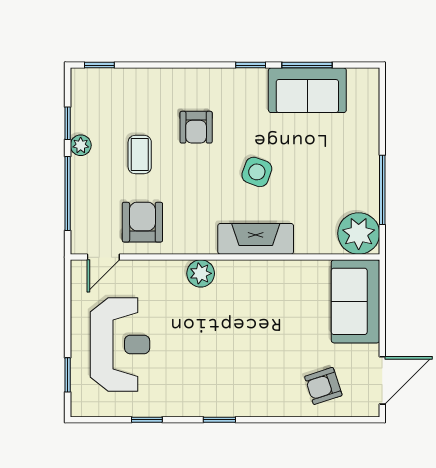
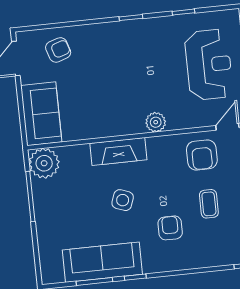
sofa: (307, 90) -> (102, 262), width x1.36
reception desk: (120, 344) -> (209, 65), turned 180

